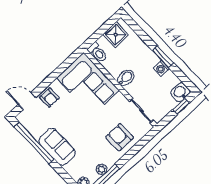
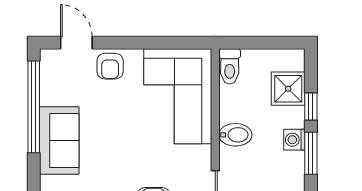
shower: (116, 35) -> (288, 89), moved
window: (145, 38) -> (311, 106), added
washing machine: (161, 68) -> (294, 140), moved

